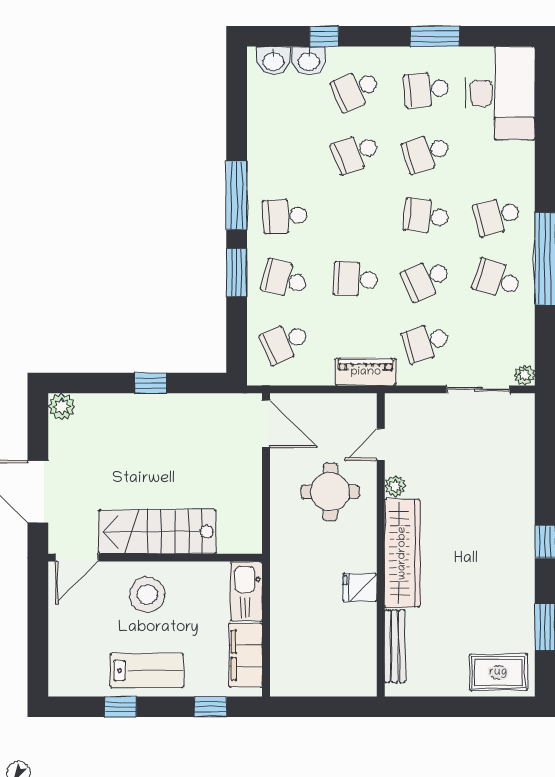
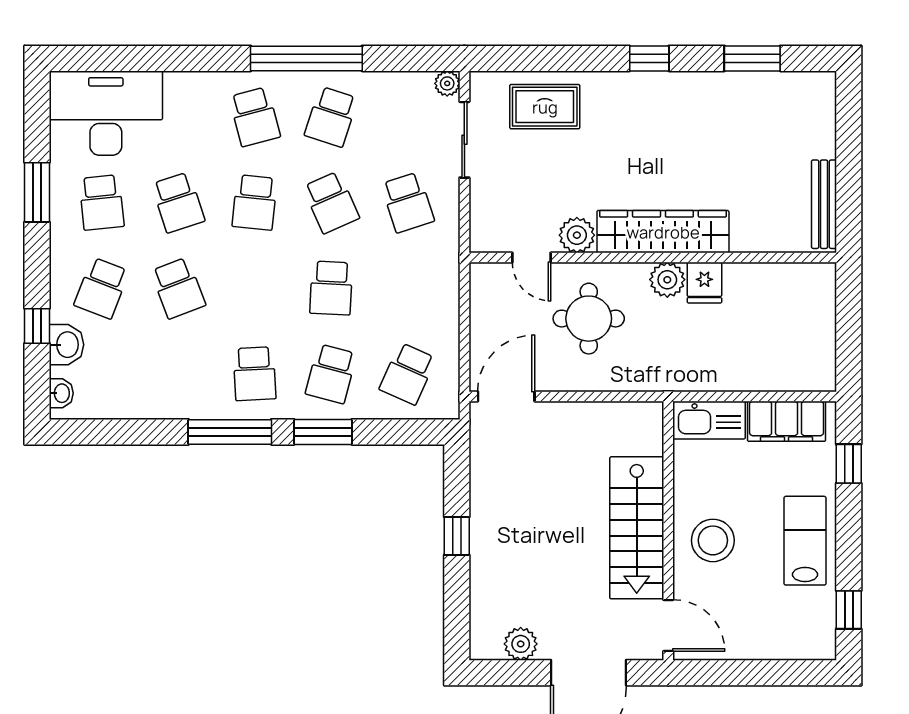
washbasin: (273, 61) -> (61, 393), width x0.72, depth x0.69
school desk: (356, 90) -> (102, 288), turned 45
school desk: (285, 342) -> (408, 374), turned 48
piano: (366, 372) -> (443, 276), removed
plant: (62, 407) -> (521, 644), moved
plant: (395, 486) -> (577, 235), width x1.38, depth x1.38
plant: (362, 557) -> (667, 280), added
bench: (395, 646) -> (824, 204), moved, turned 90
rug: (498, 672) -> (545, 107), moved, turned 90
window: (121, 707) -> (849, 610), moved

